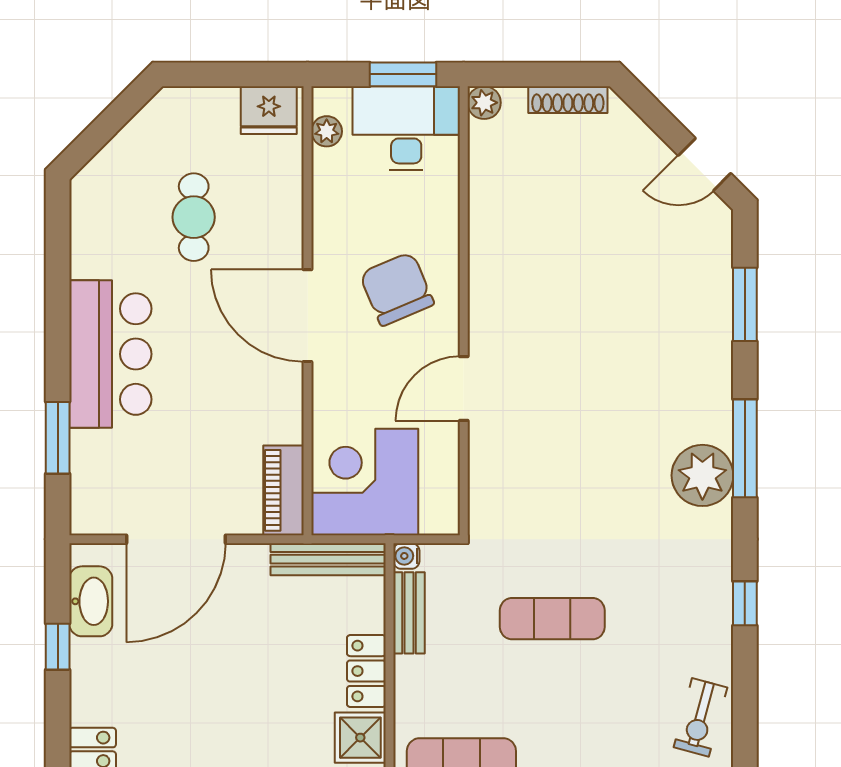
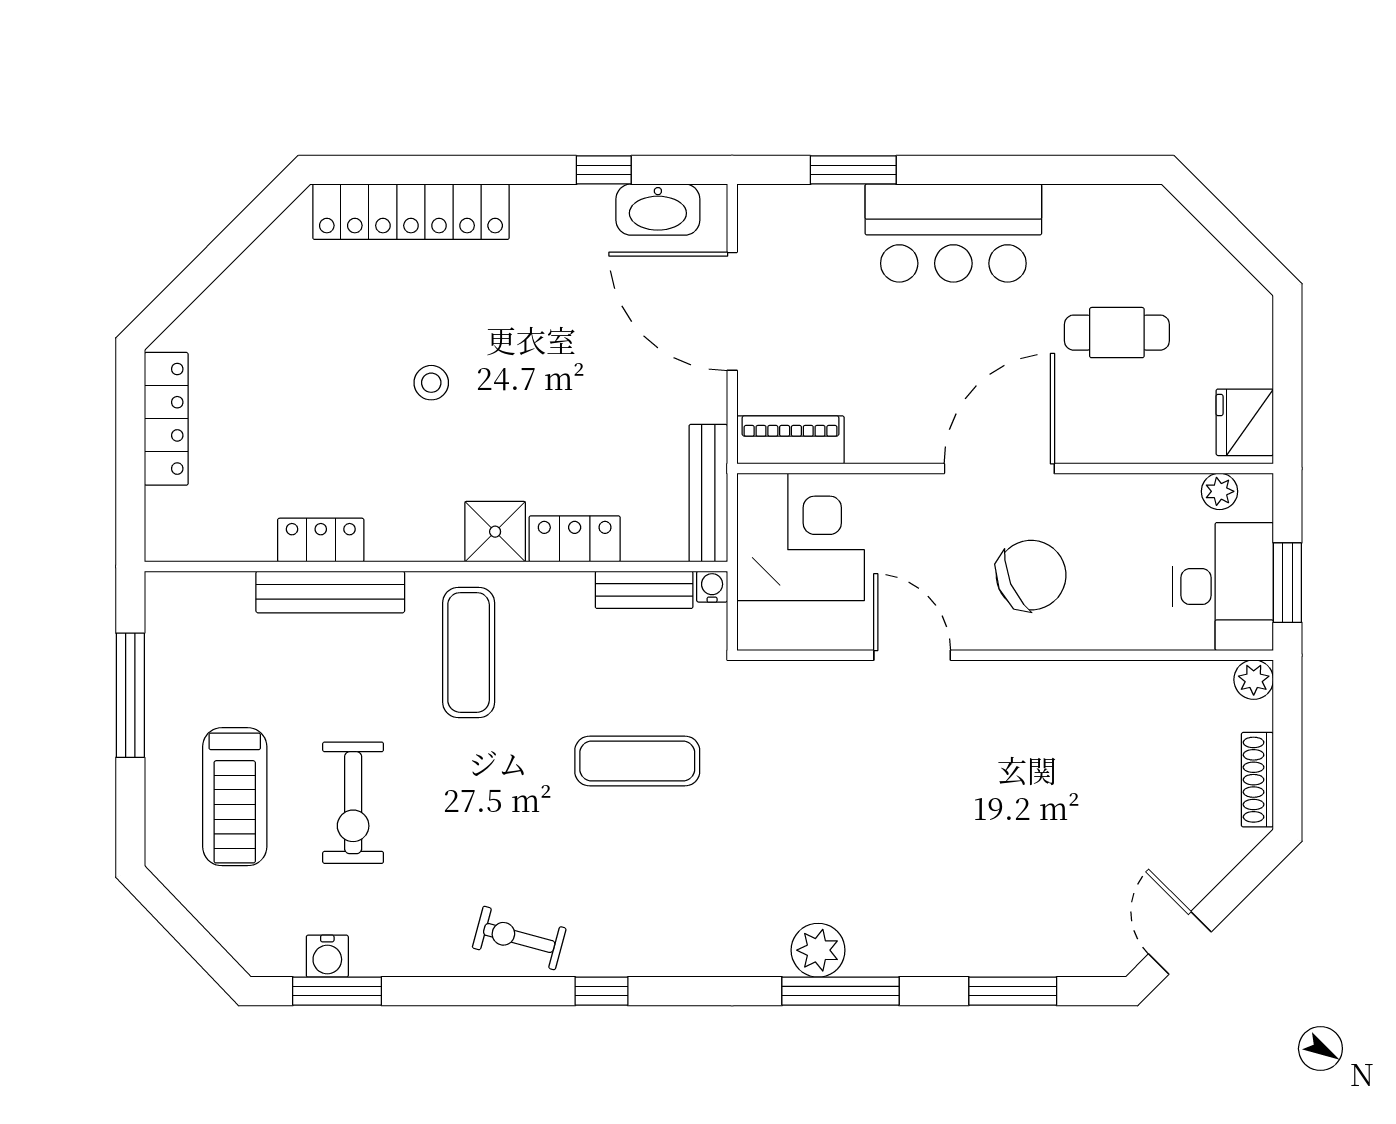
plant: (702, 475) -> (818, 950), width x0.73, depth x0.73
window: (745, 603) -> (601, 991), moved
exercise mat: (552, 619) -> (637, 761), turned 90

